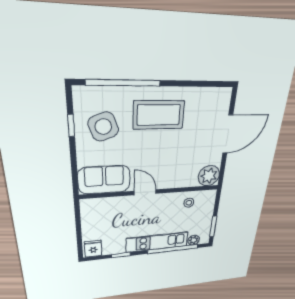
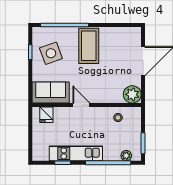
coffee table: (159, 115) -> (89, 46), turned 90
kitchen unit: (157, 242) -> (76, 153), moved
fridge: (93, 249) -> (46, 115), moved, turned 180

